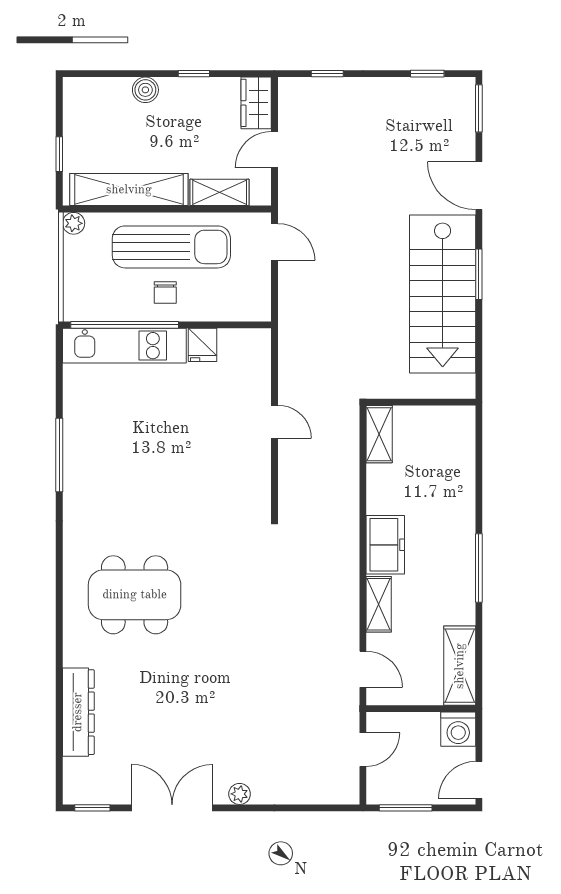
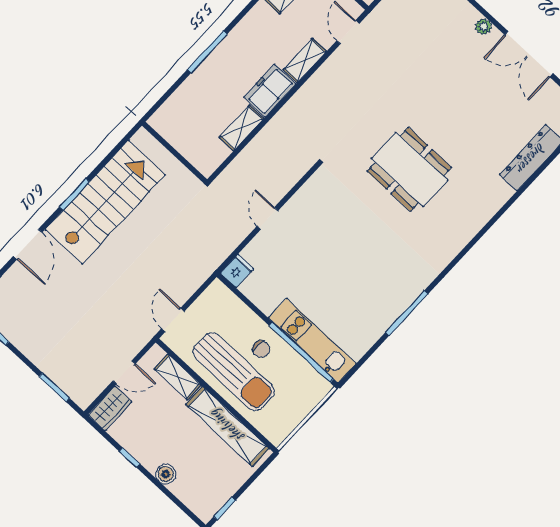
window: (327, 74) -> (54, 387), width x1.50
window: (59, 154) -> (225, 509), moved
plant: (74, 223) -> (277, 437), removed
sun lounger: (171, 247) -> (234, 372), turned 180
chair: (165, 293) -> (261, 349), turned 90
fridge: (202, 345) -> (237, 271), moved
shelving: (379, 434) -> (242, 128), moved
window: (479, 568) -> (207, 52), moved
dining table: (135, 595) -> (409, 169), moved

